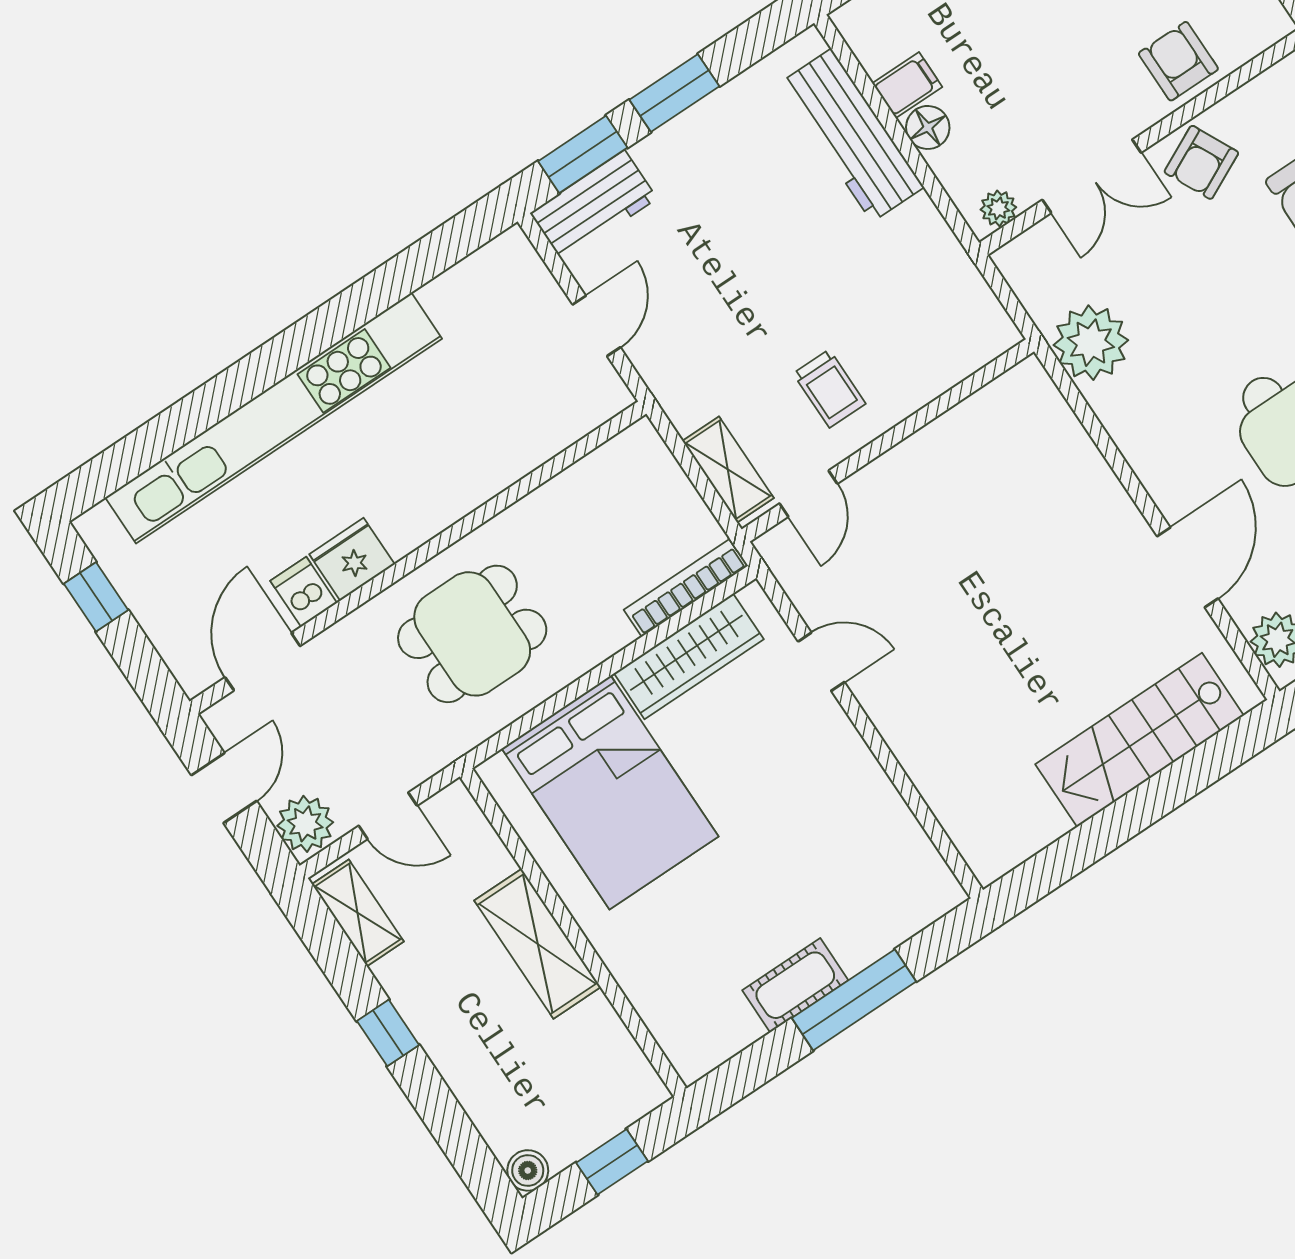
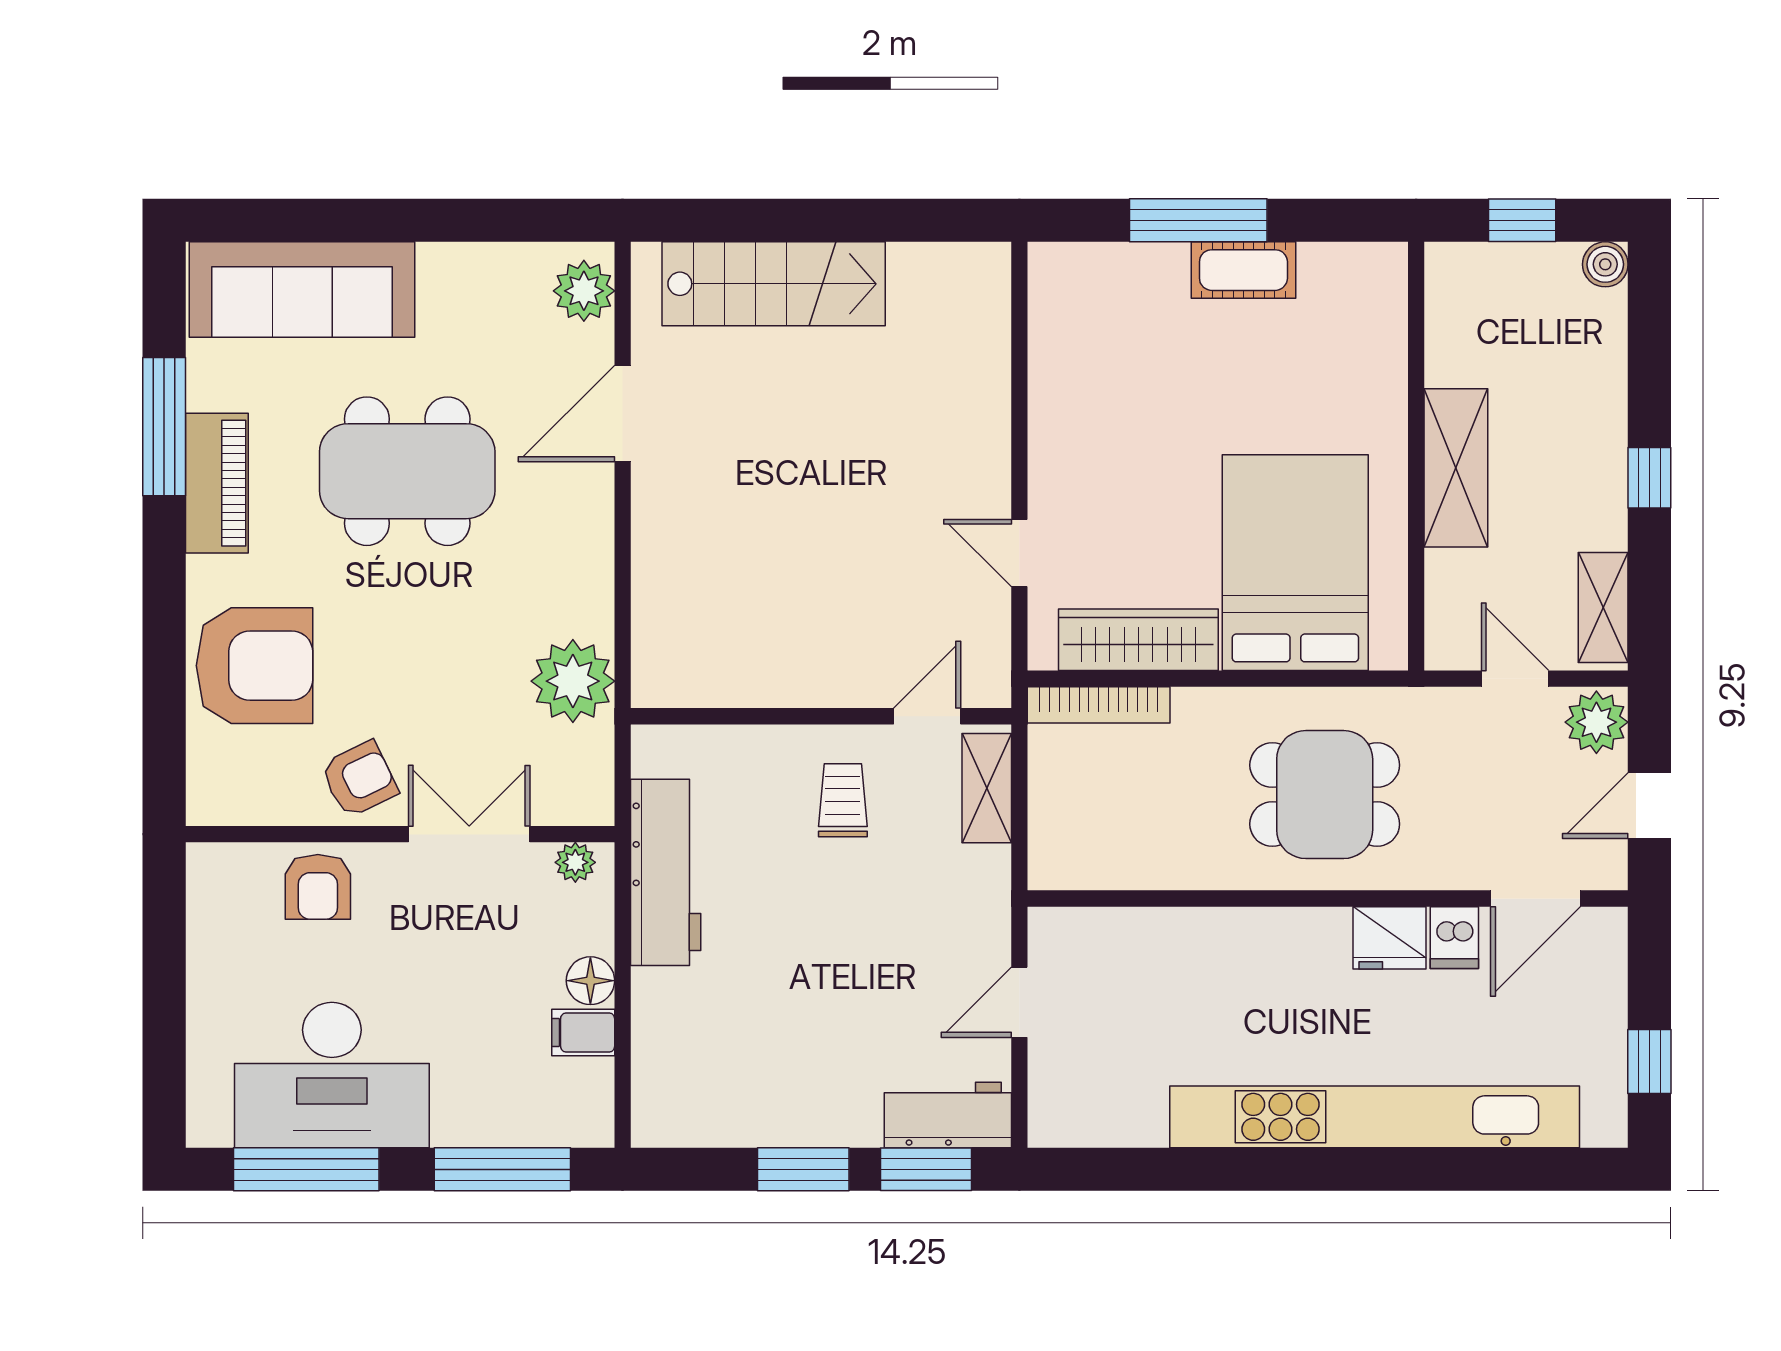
workbench: (852, 135) -> (666, 872), moved

